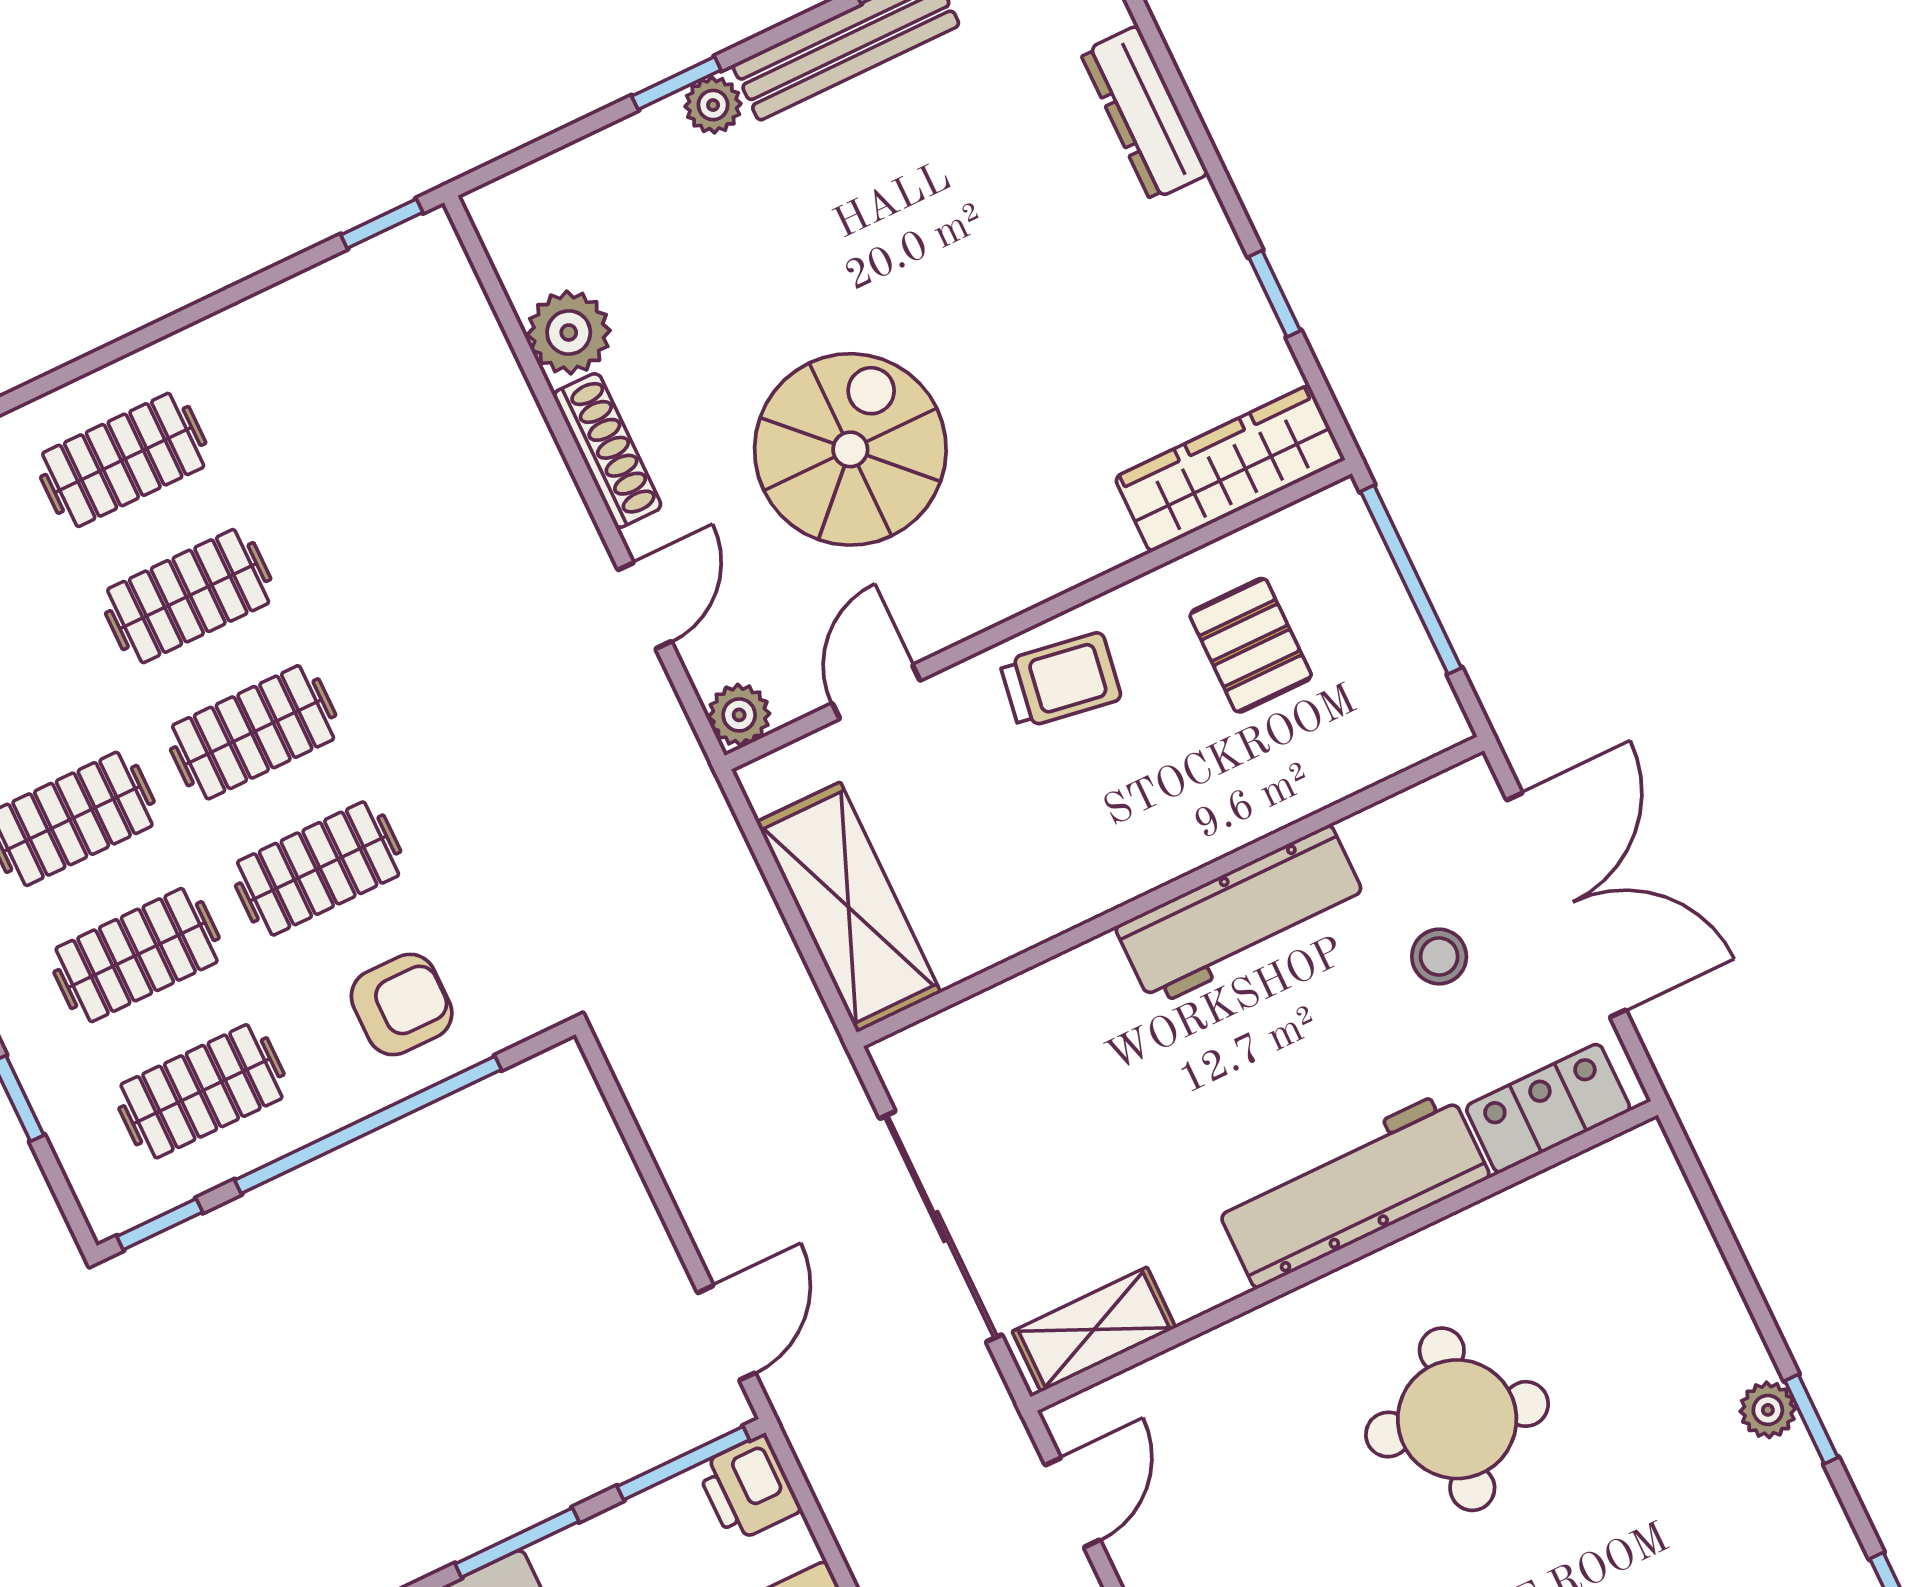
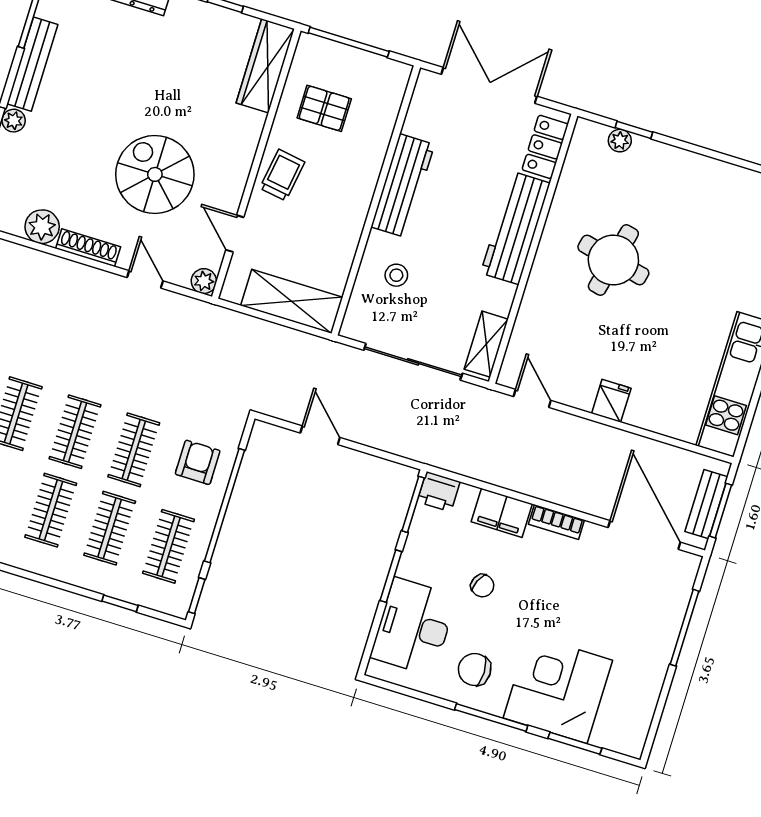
stool: (1439, 956) -> (396, 275), moved
door: (726, 1333) -> (320, 435), moved
plant: (1768, 1410) -> (620, 141), moved
window: (1811, 1419) -> (634, 130), moved

